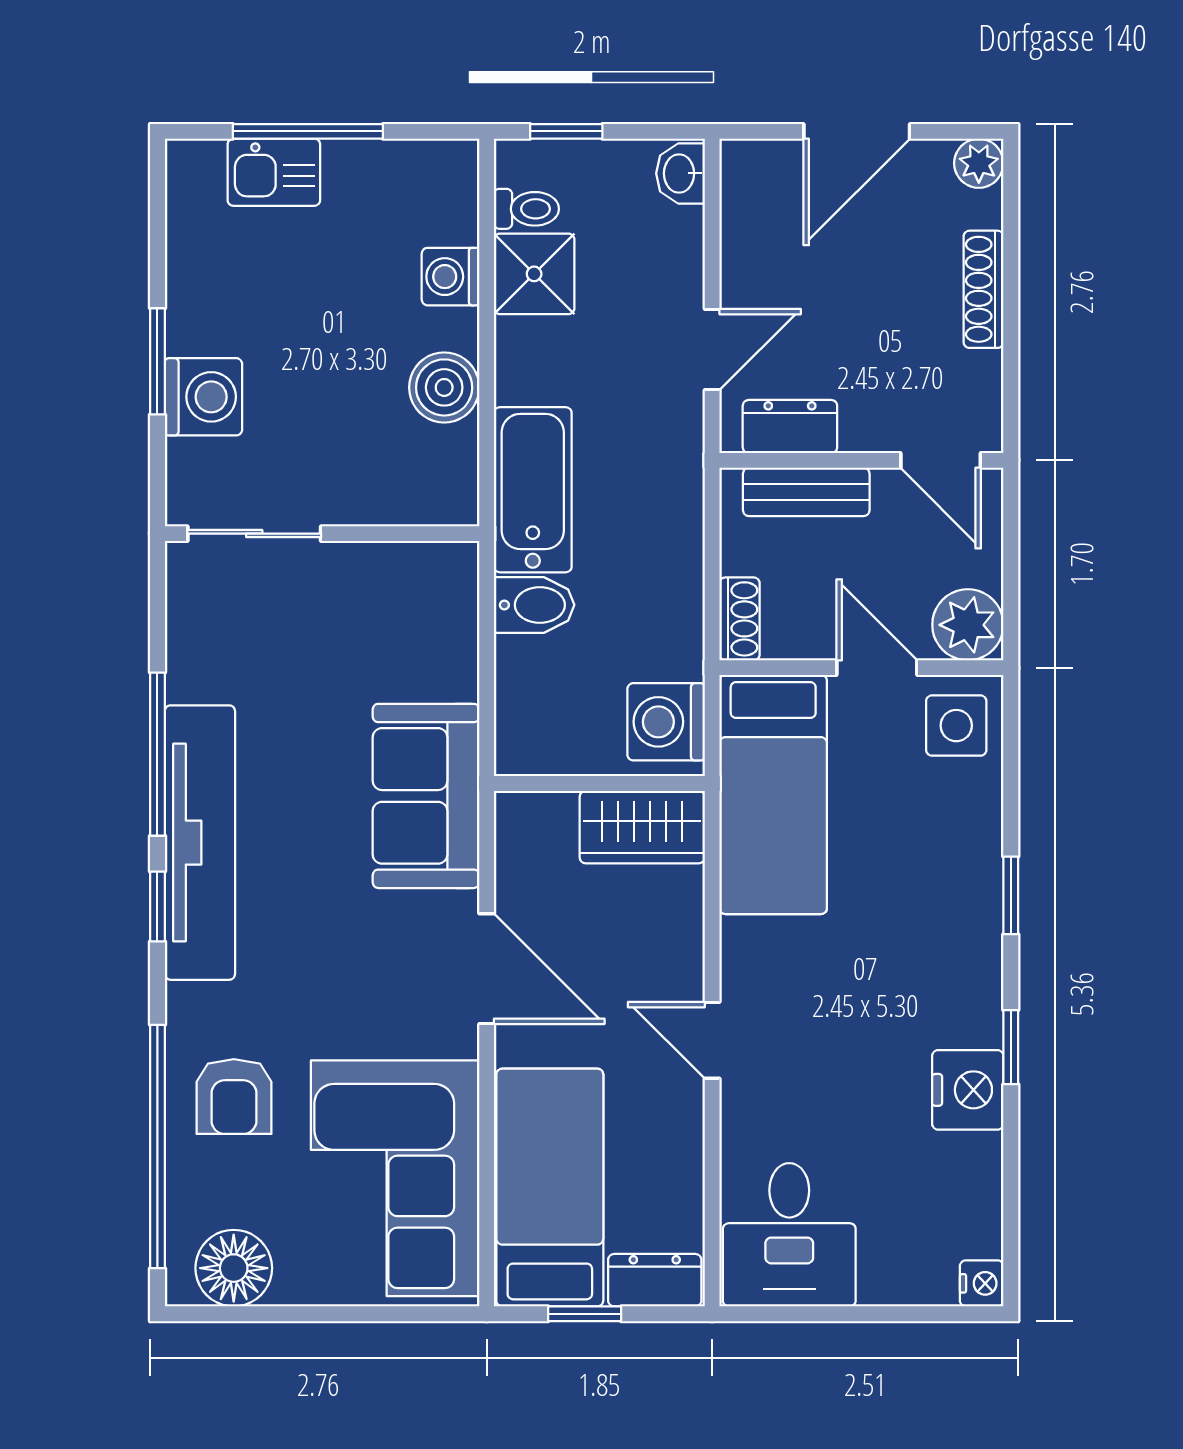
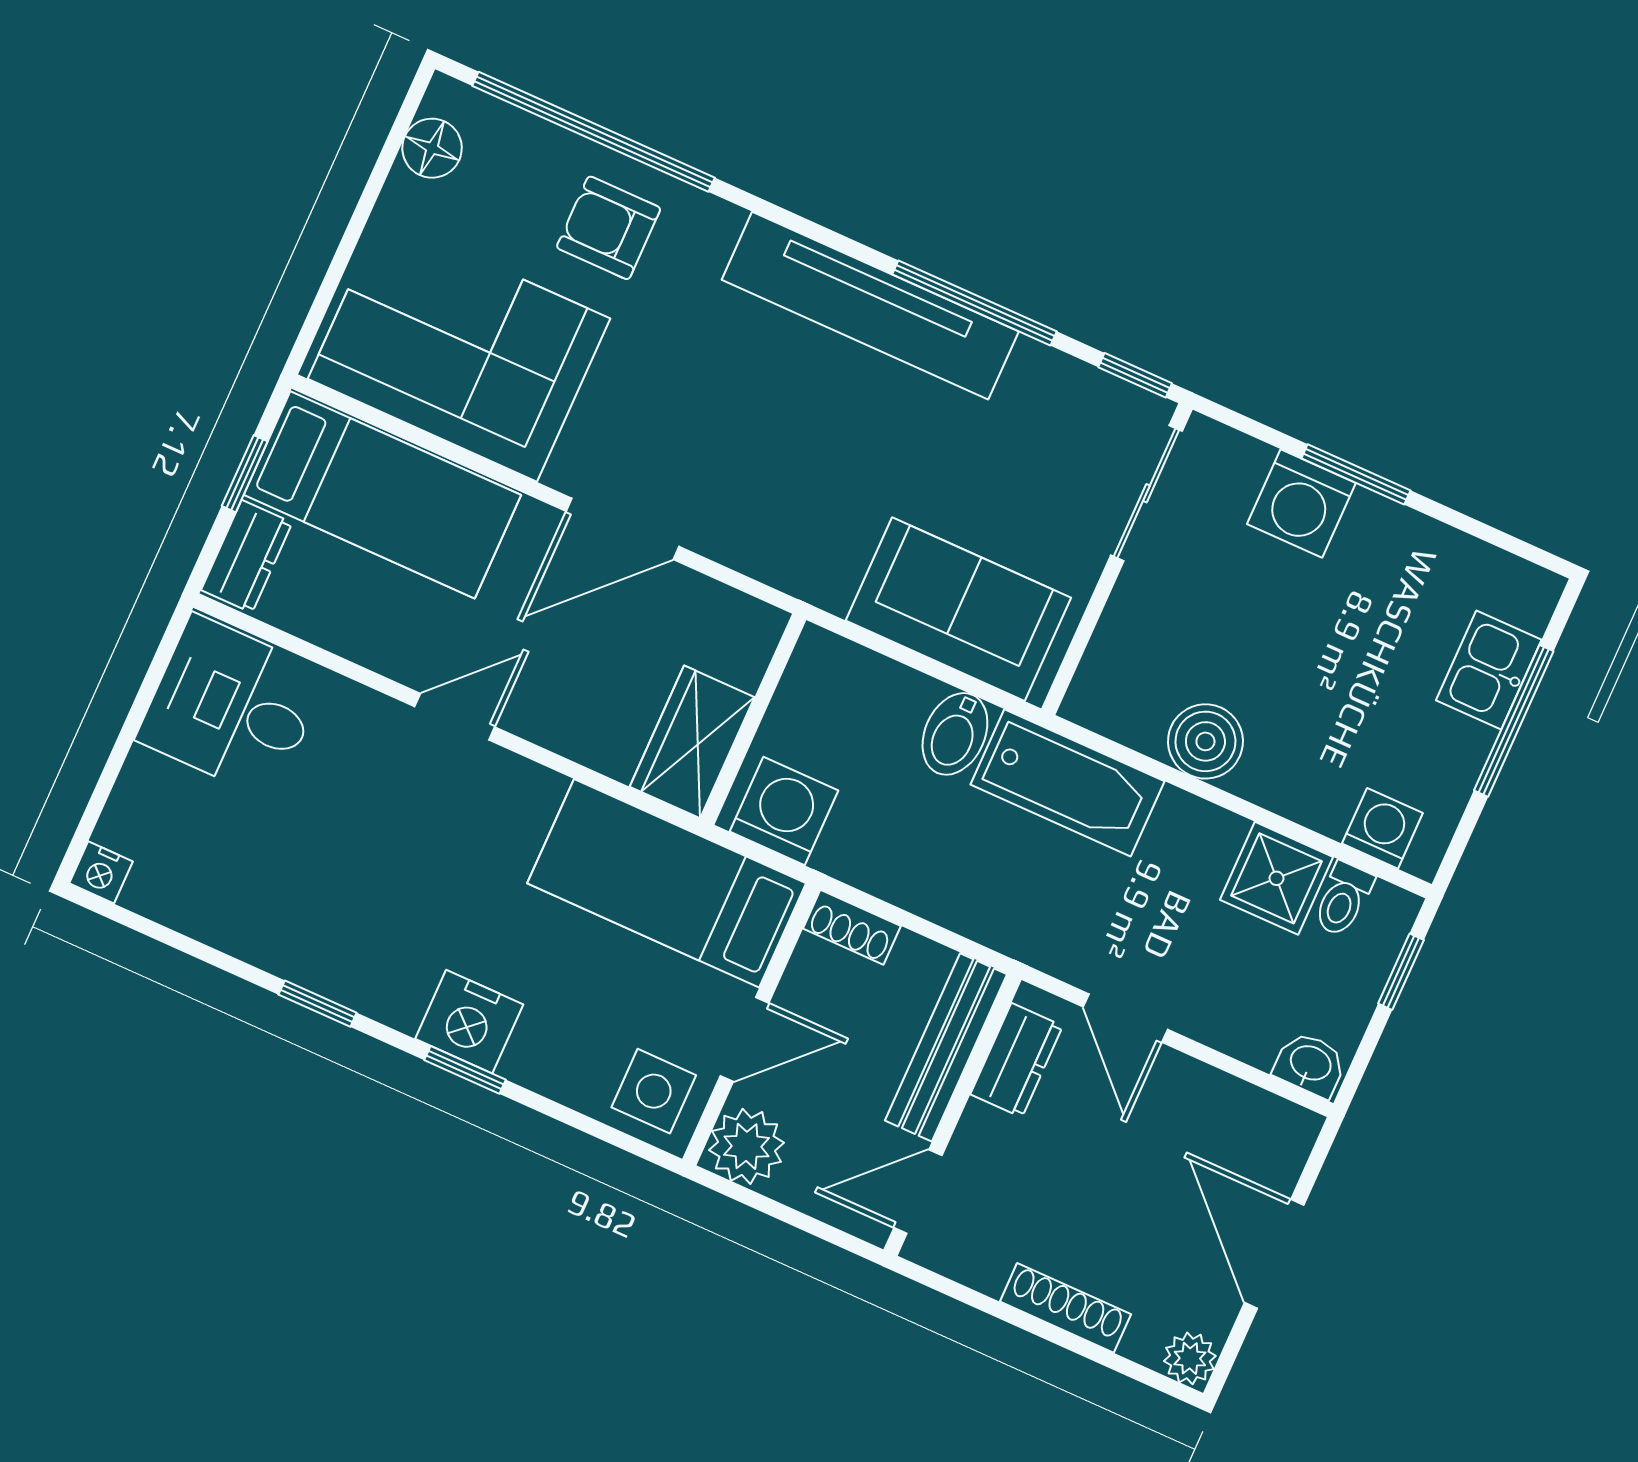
washing machine: (450, 277) -> (1382, 828), moved
bench: (806, 492) -> (946, 1047), width x1.36
sofa: (426, 796) -> (958, 609), moved
window: (157, 907) -> (1135, 375), moved
nightstand: (968, 1090) -> (469, 1022), moved
floor lamp: (234, 1268) -> (432, 148), width x0.73, depth x0.73

